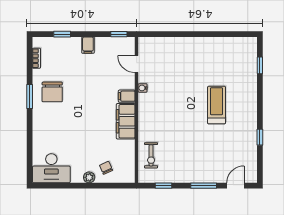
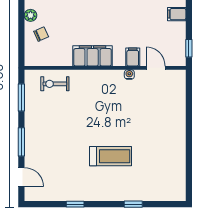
door: (137, 64) -> (156, 68), hinge flipped
window: (260, 65) -> (133, 204), moved
filing cabinet: (127, 96) -> (133, 57), moved
window: (163, 186) -> (21, 98), width x1.50

